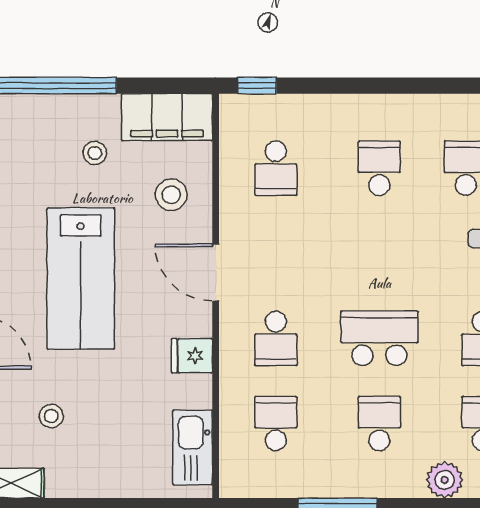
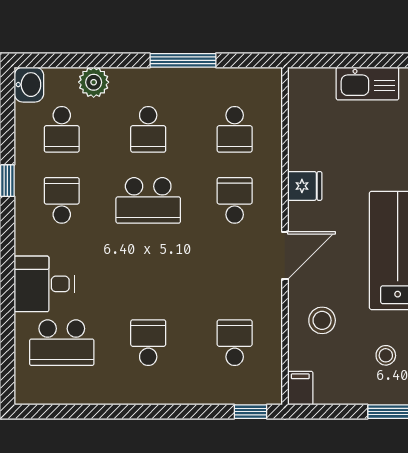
filing cabinet: (167, 117) -> (300, 388), width x0.33, depth x0.86
school desk: (379, 168) -> (148, 343), turned 180
door: (216, 272) -> (285, 255), hinge flipped
kitchen sink: (193, 447) -> (367, 84), moved, turned 90

